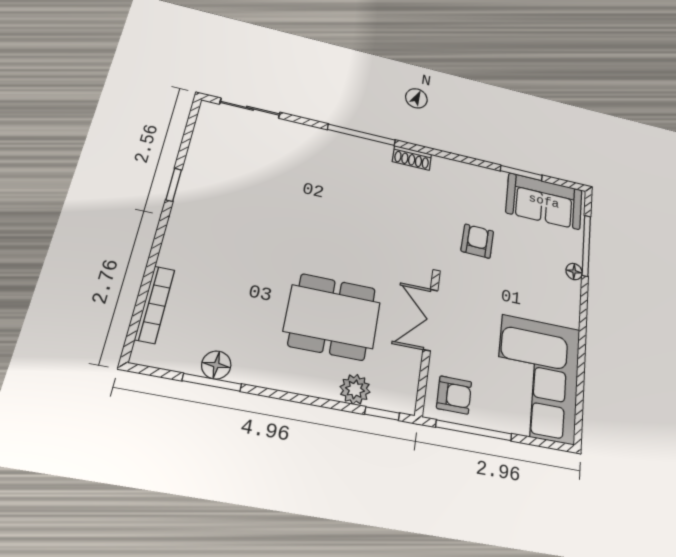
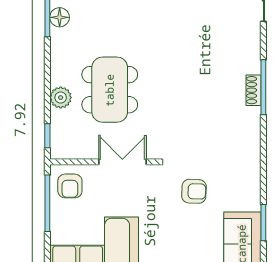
shoe rack: (412, 158) -> (254, 90), moved
plant: (355, 389) -> (61, 98), moved

